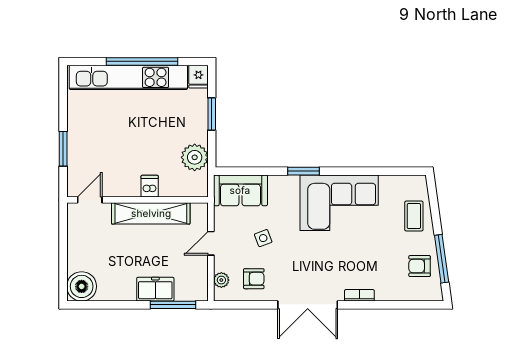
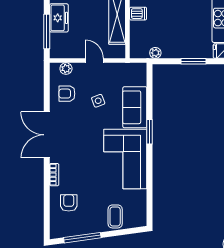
plant: (195, 157) -> (155, 53), width x0.53, depth x0.53
sofa: (240, 190) -> (135, 107), moved
coffee table: (414, 216) -> (115, 216), turned 90
armchair: (420, 266) -> (69, 203), moved
armchair: (254, 279) -> (67, 94), turned 90

